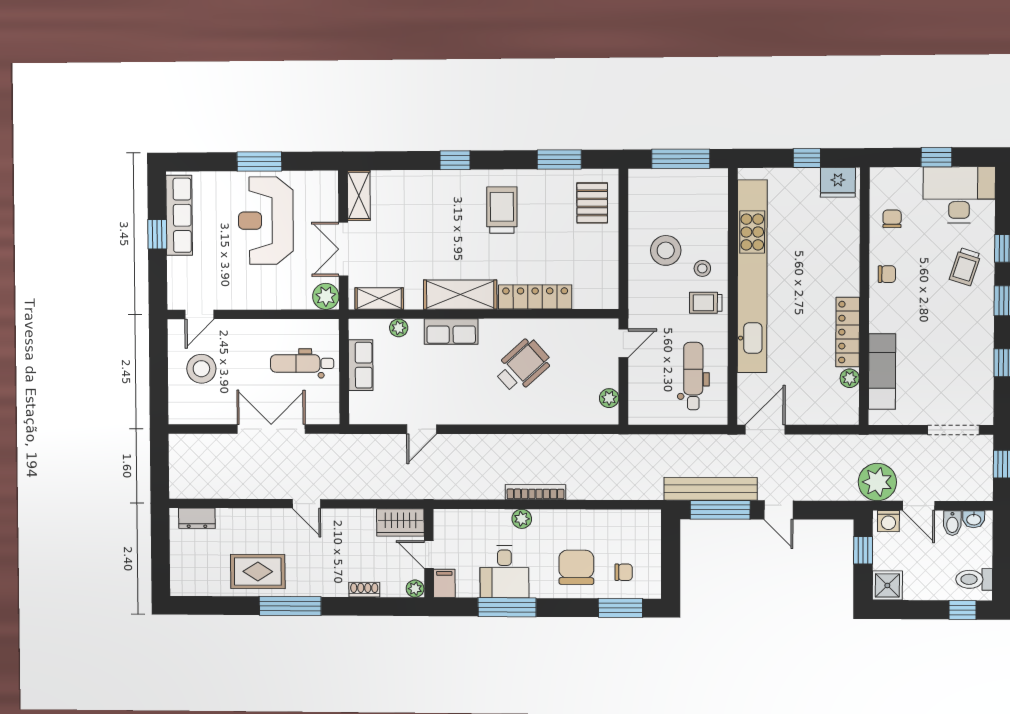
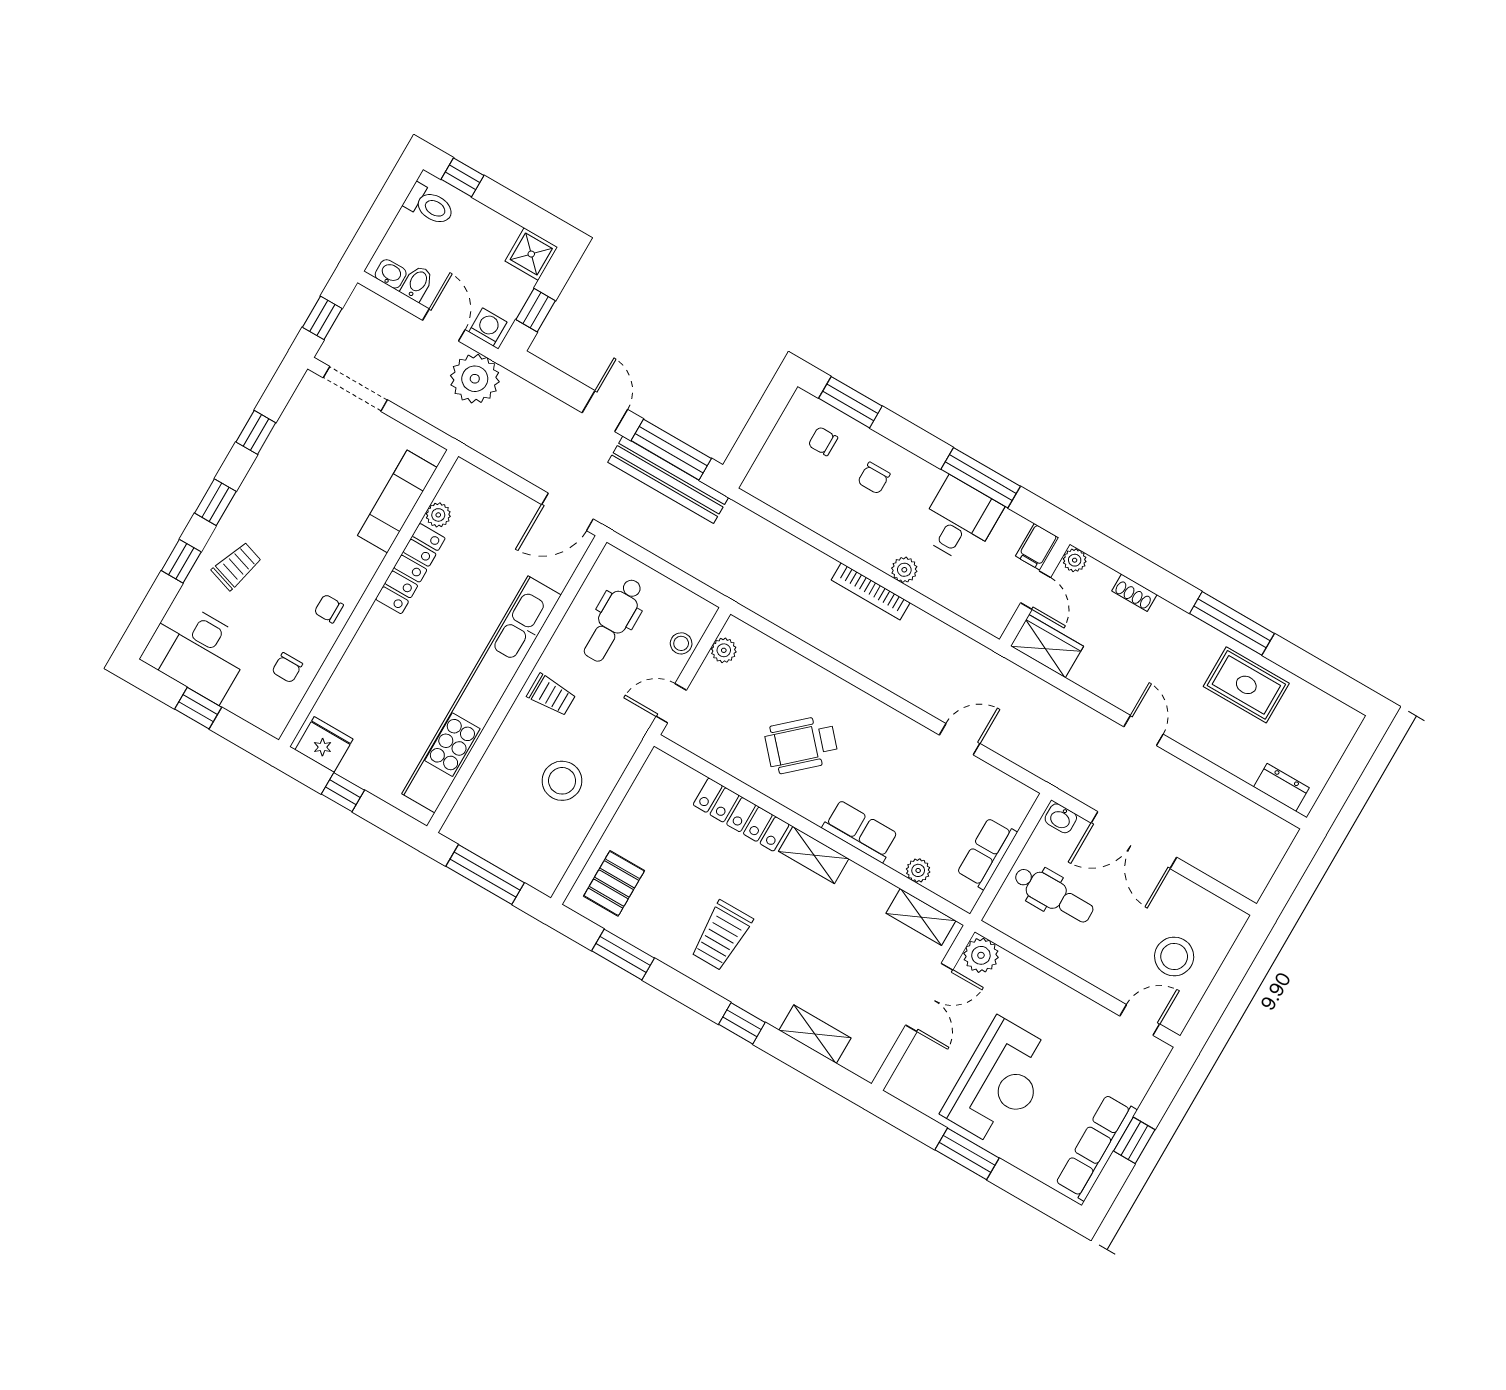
shelving: (359, 195) -> (815, 1034), moved, turned 90
stool: (702, 268) -> (681, 643), moved
shelving: (460, 295) -> (814, 855), width x0.67, depth x0.75
washbasin: (326, 416) -> (1061, 818), added
chair: (576, 567) -> (874, 478), width x0.54, depth x0.54

